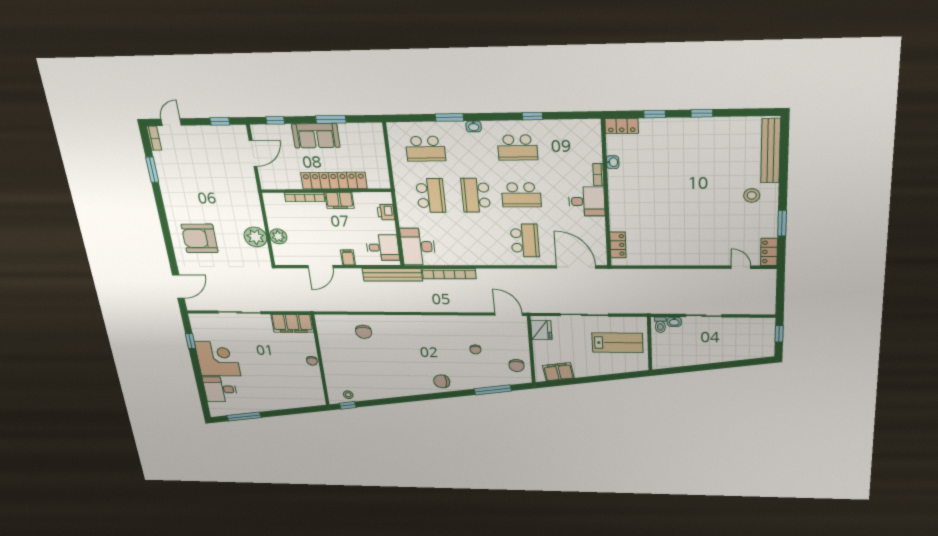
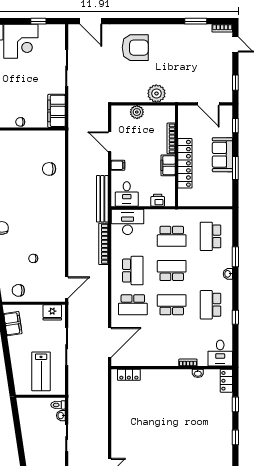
school desk: (521, 195) -> (172, 305), turned 90
desk: (587, 201) -> (220, 353), moved
plant: (255, 237) -> (156, 93), moved
armchair: (200, 238) -> (135, 48), turned 90
school desk: (480, 241) -> (133, 271), added

